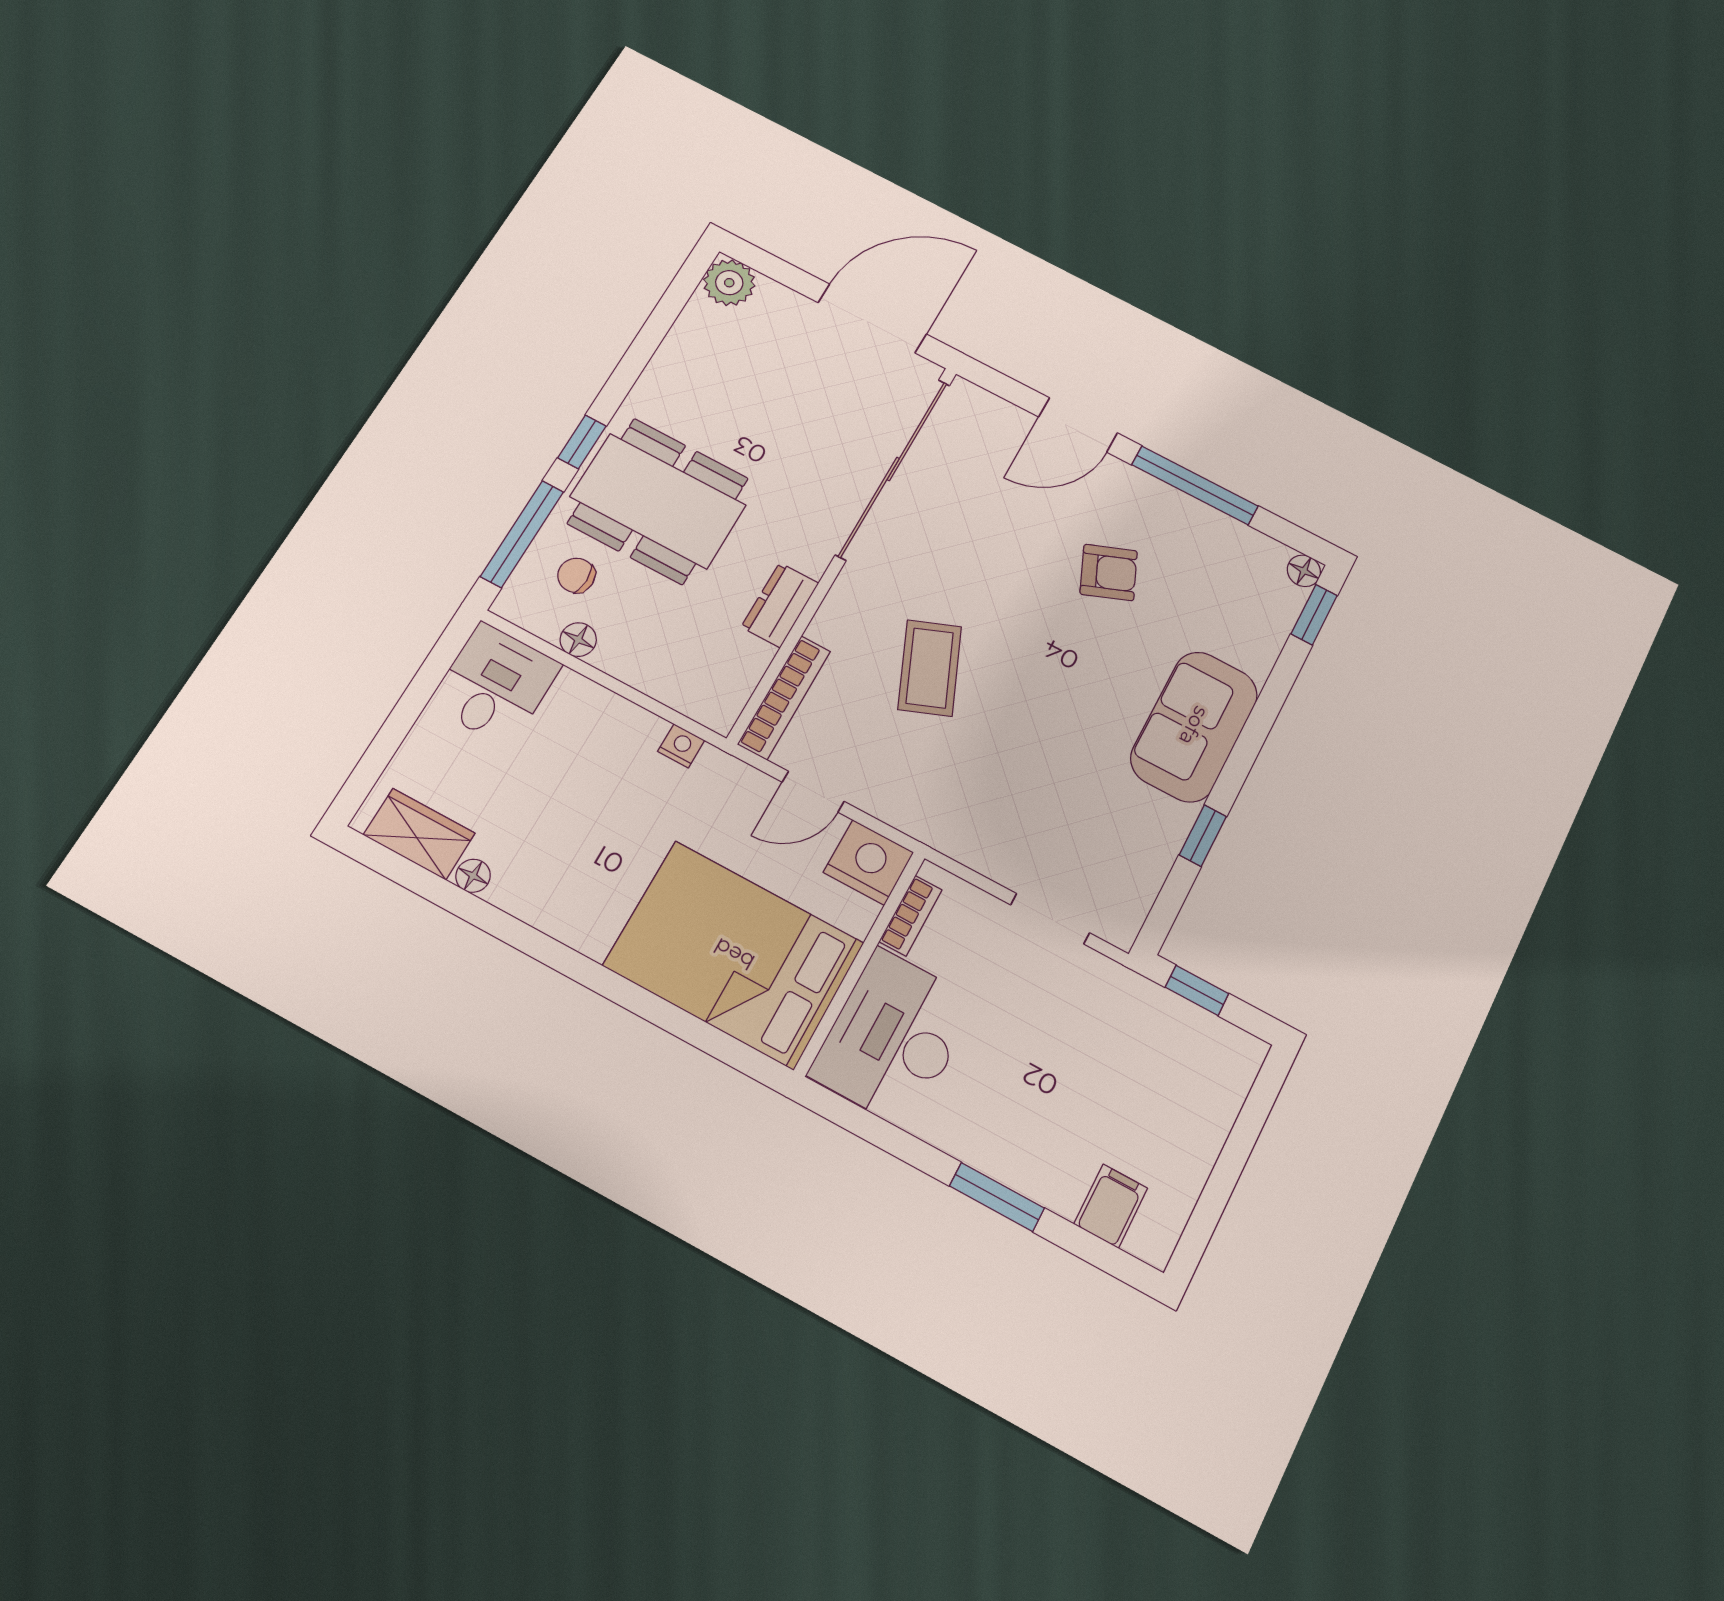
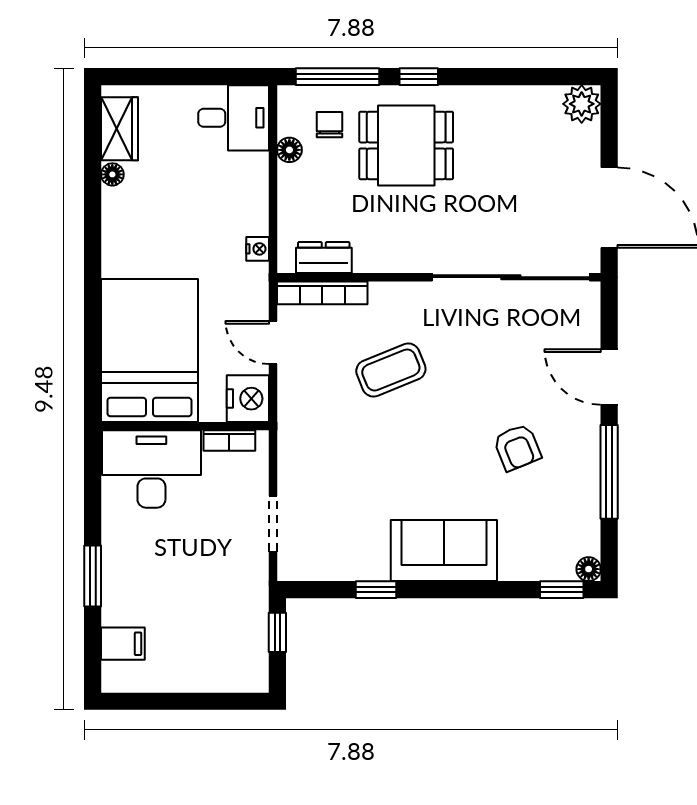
dining table: (658, 501) -> (406, 145), width x0.73
dresser: (780, 605) -> (324, 258), moved

